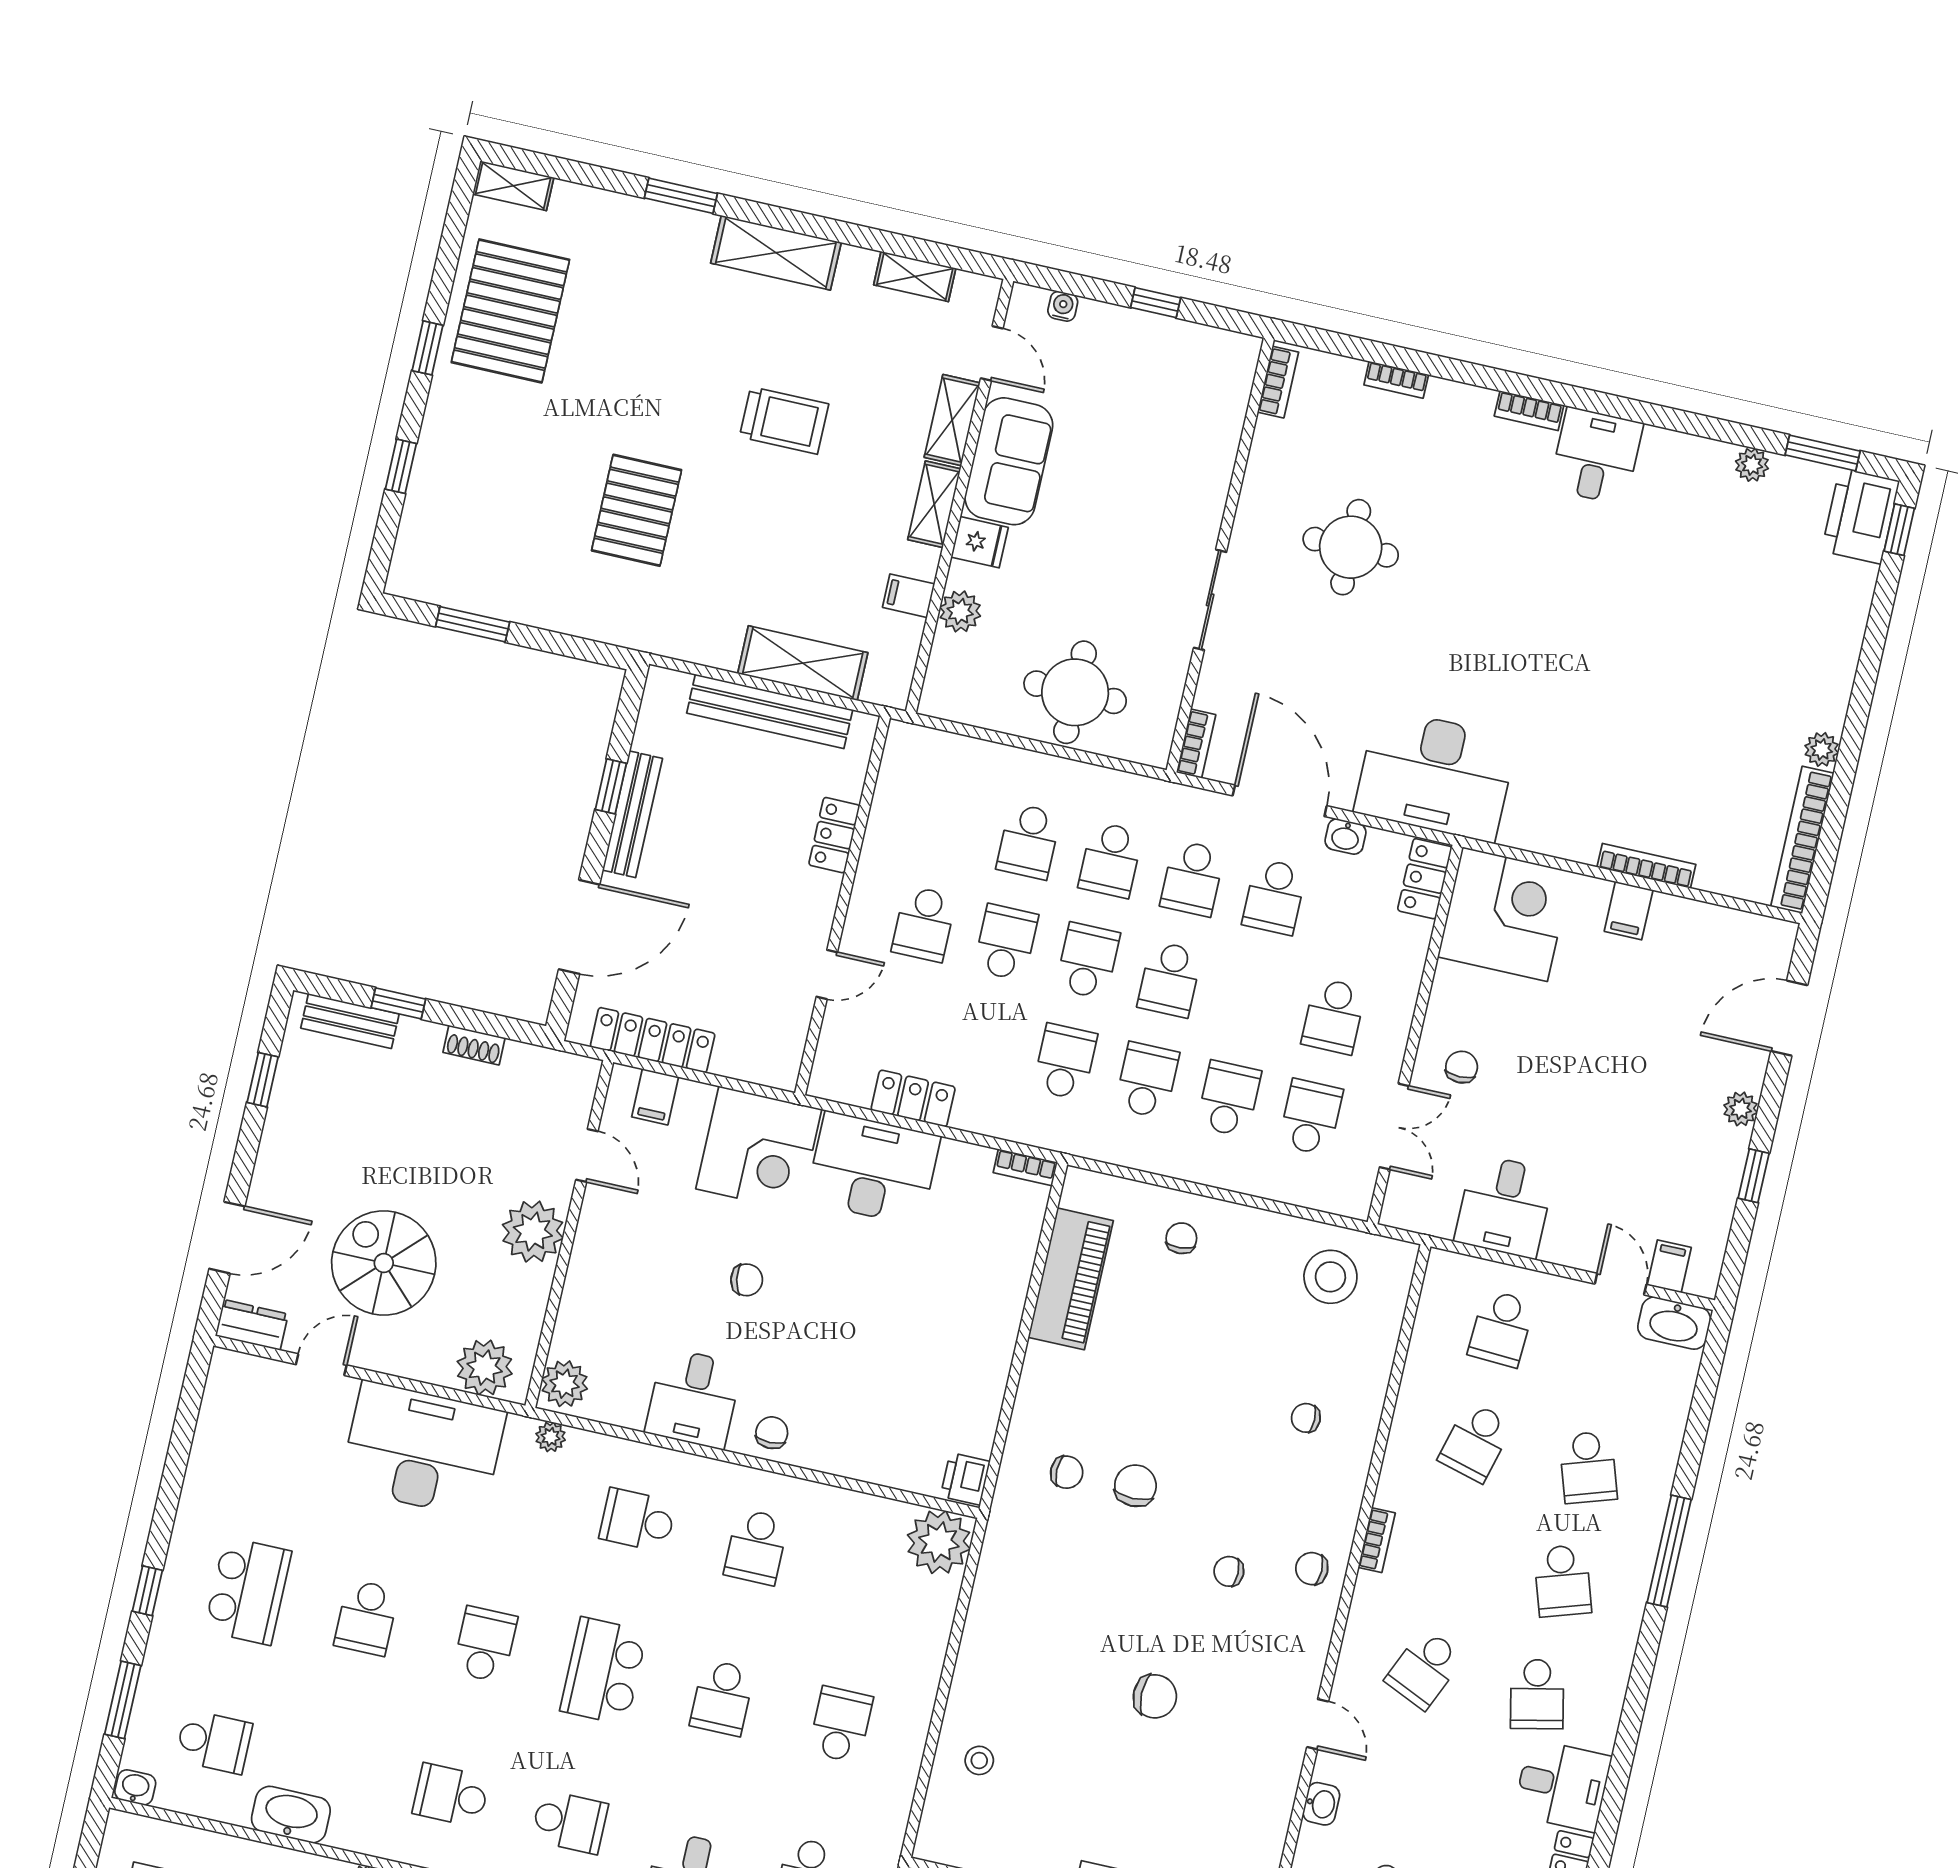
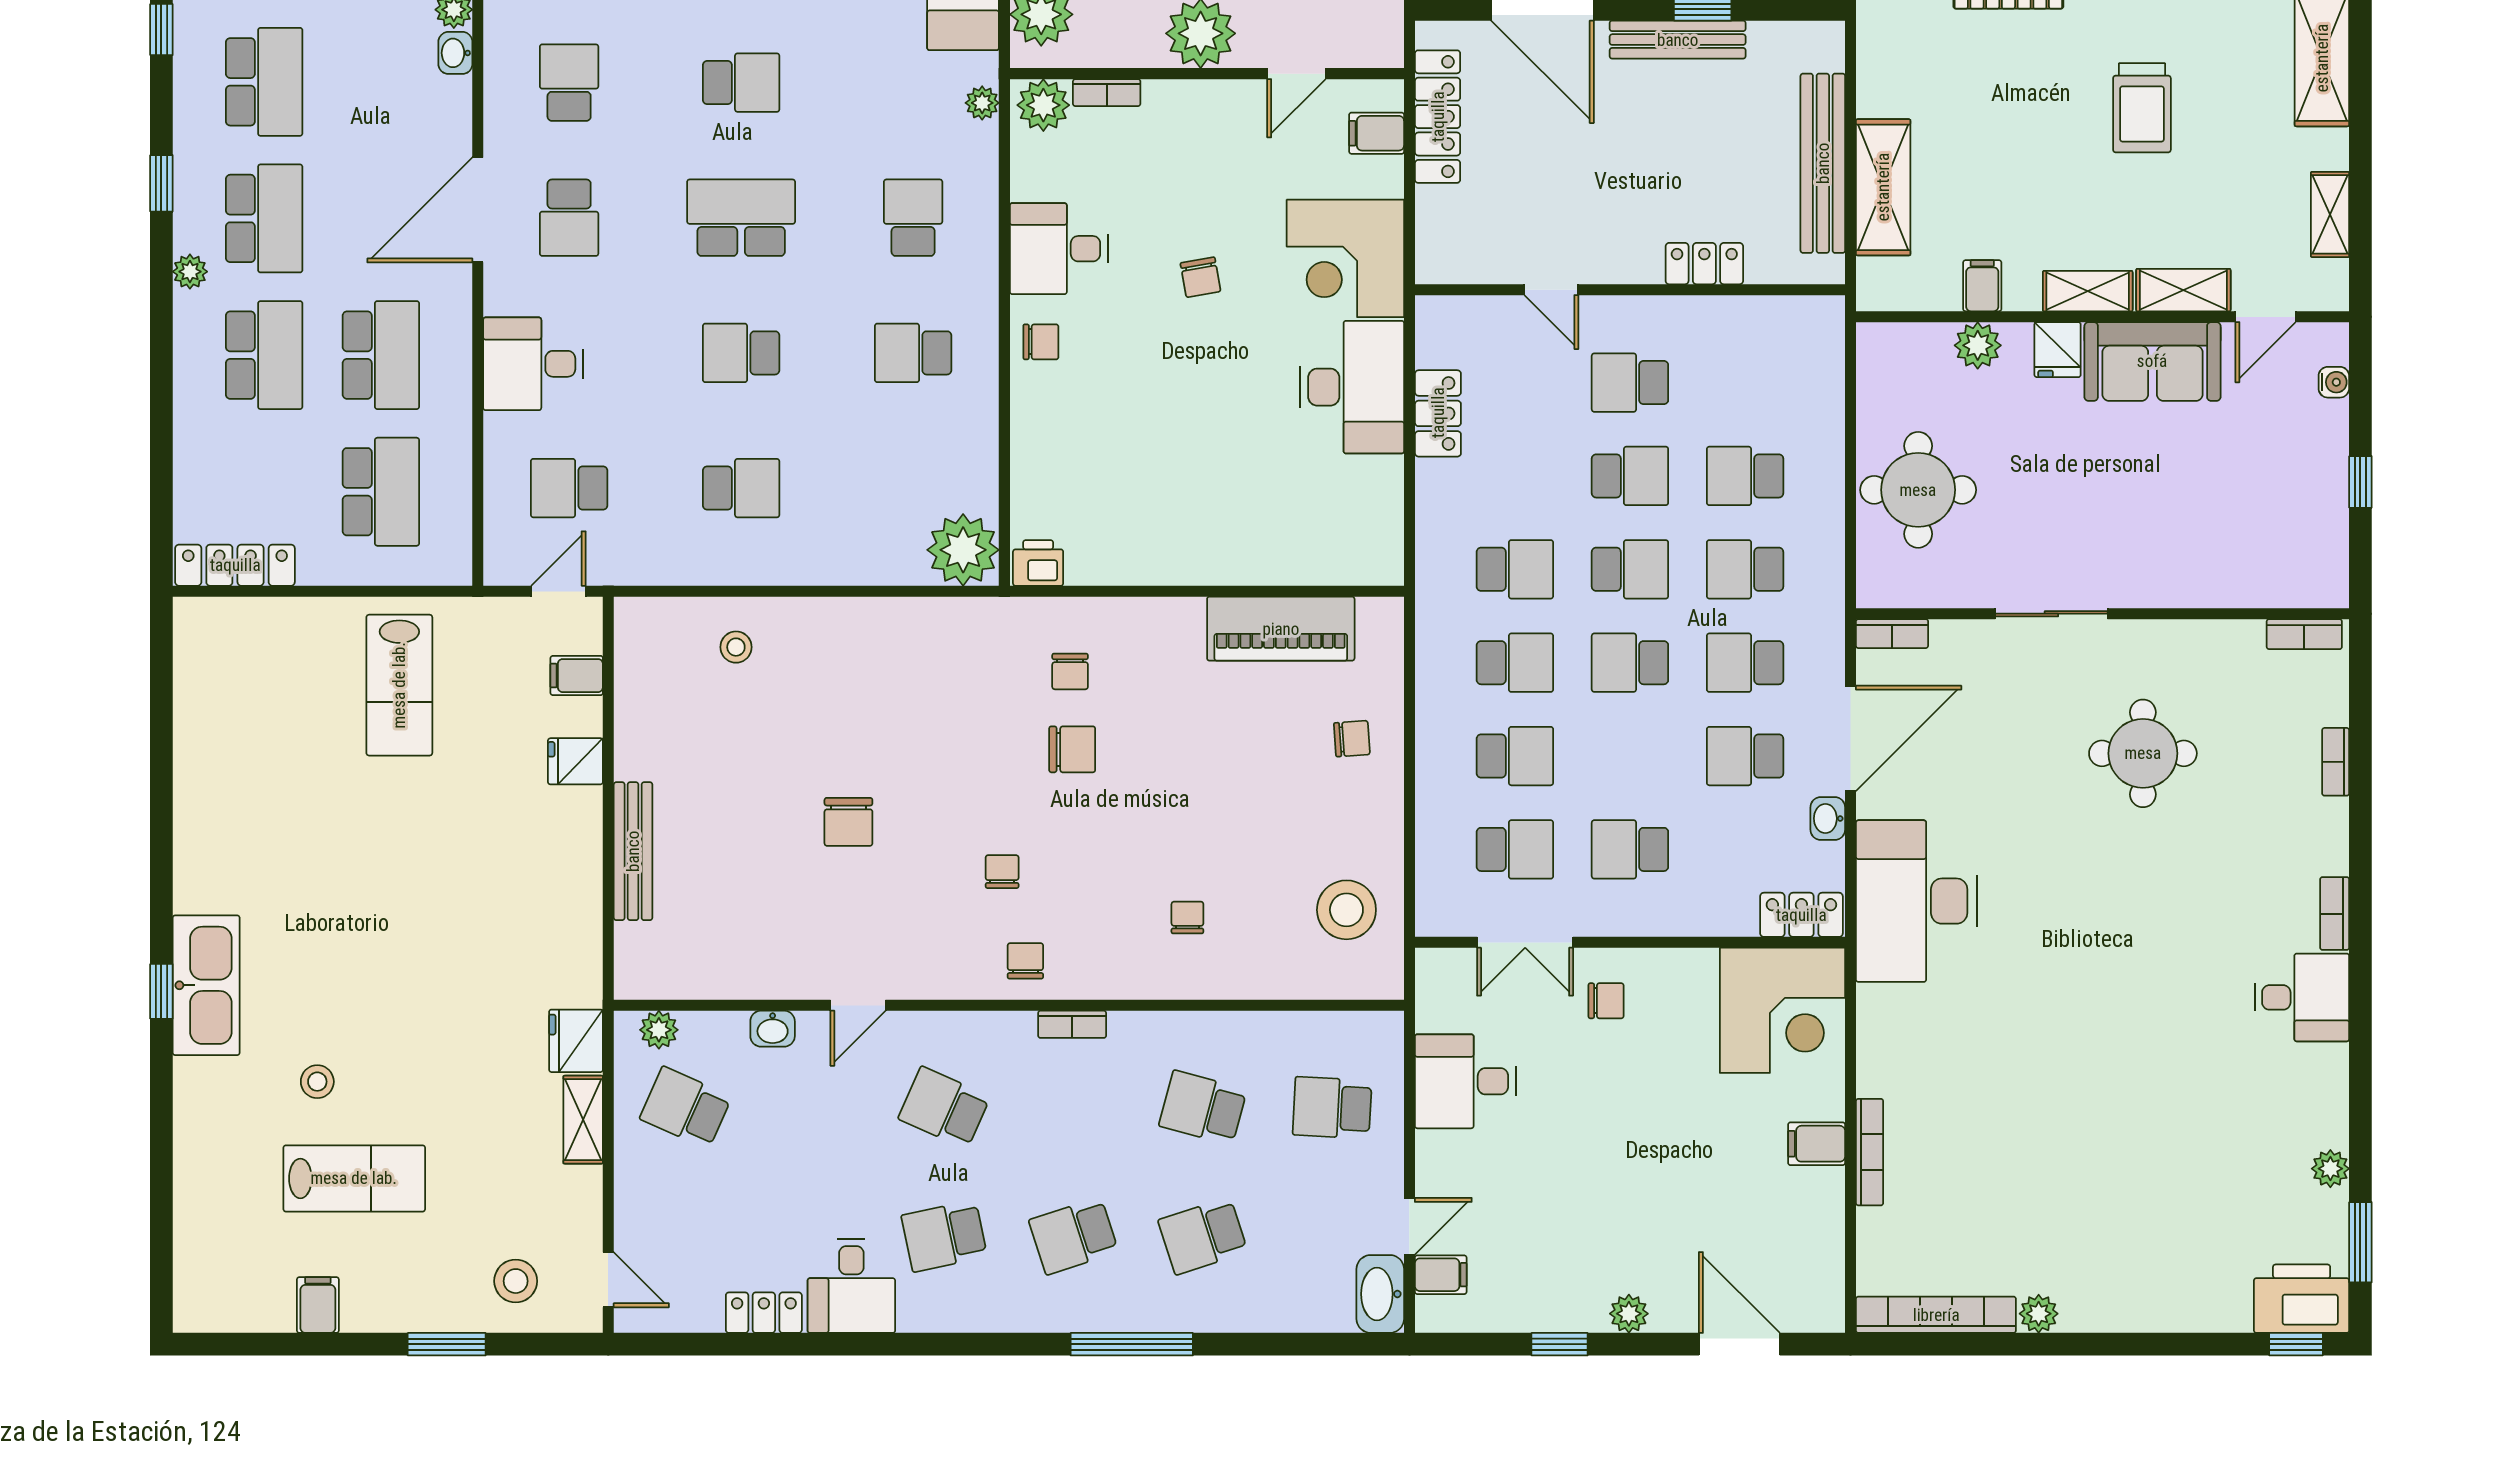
bookcase: (1025, 1167) -> (1107, 93), moved, turned -90

